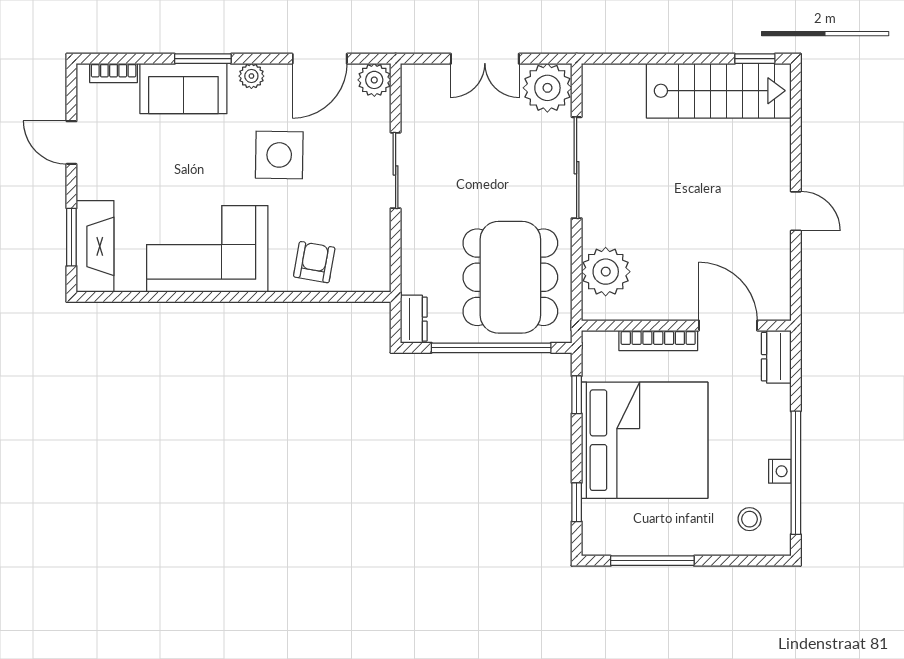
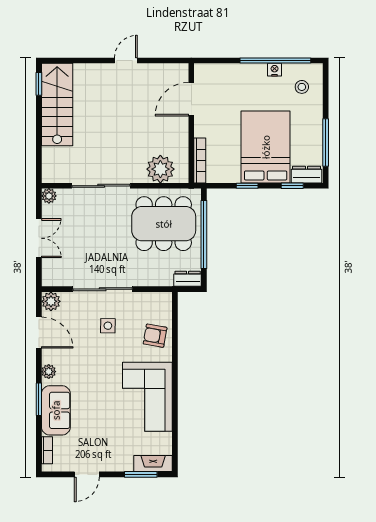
plant: (547, 88) -> (49, 196), width x0.53, depth x0.53
side table: (279, 155) -> (108, 326), moved, width x0.54, depth x0.54
sliding door: (396, 170) -> (103, 289), width x1.37
fireplace: (95, 246) -> (153, 463), width x0.73, depth x0.76
bookcase: (658, 340) -> (200, 160), moved
dresser: (776, 357) -> (306, 175), moved, turned 180
window: (577, 395) -> (247, 186), moved
bed: (645, 440) -> (266, 147), width x0.73

